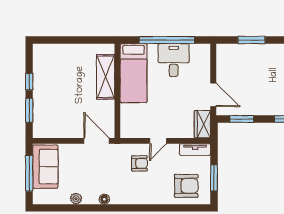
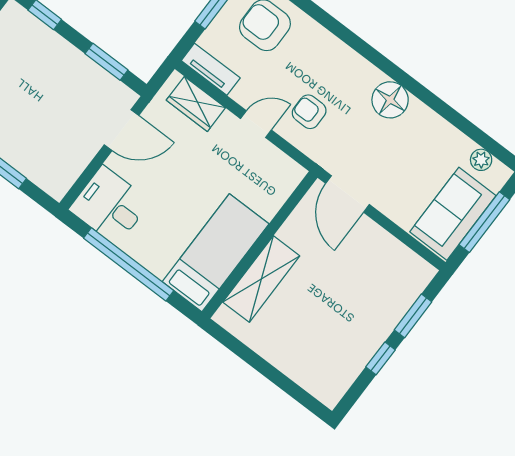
desk: (174, 60) -> (110, 206), moved, turned 90
door: (213, 95) -> (122, 130), swing flipped
wardrobe: (202, 124) -> (196, 104), moved, turned 90
plant: (76, 199) -> (481, 160), moved
floor lamp: (104, 199) -> (390, 100), width x1.89, depth x1.89

